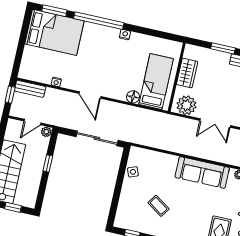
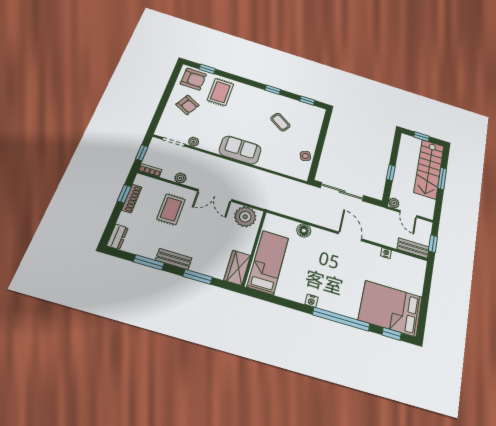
window: (54, 11) -> (392, 334), width x0.67
wardrobe: (187, 73) -> (237, 268), moved
bed: (156, 82) -> (268, 262), moved, turned 180
door: (32, 122) -> (408, 214), swing flipped
double door: (215, 123) -> (215, 195), swing flipped
sofa: (202, 172) -> (240, 150), width x0.73

